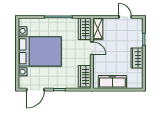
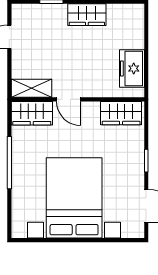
door: (92, 48) -> (68, 99), swing flipped
freezer: (112, 82) -> (132, 68), width x0.71

